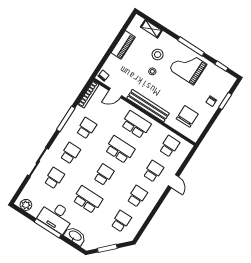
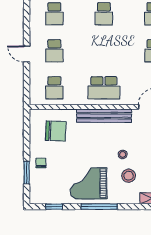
grand piano: (188, 67) -> (89, 183), turned 180
chair: (187, 116) -> (56, 131), turned -88
school desk: (120, 150) -> (104, 51), removed

